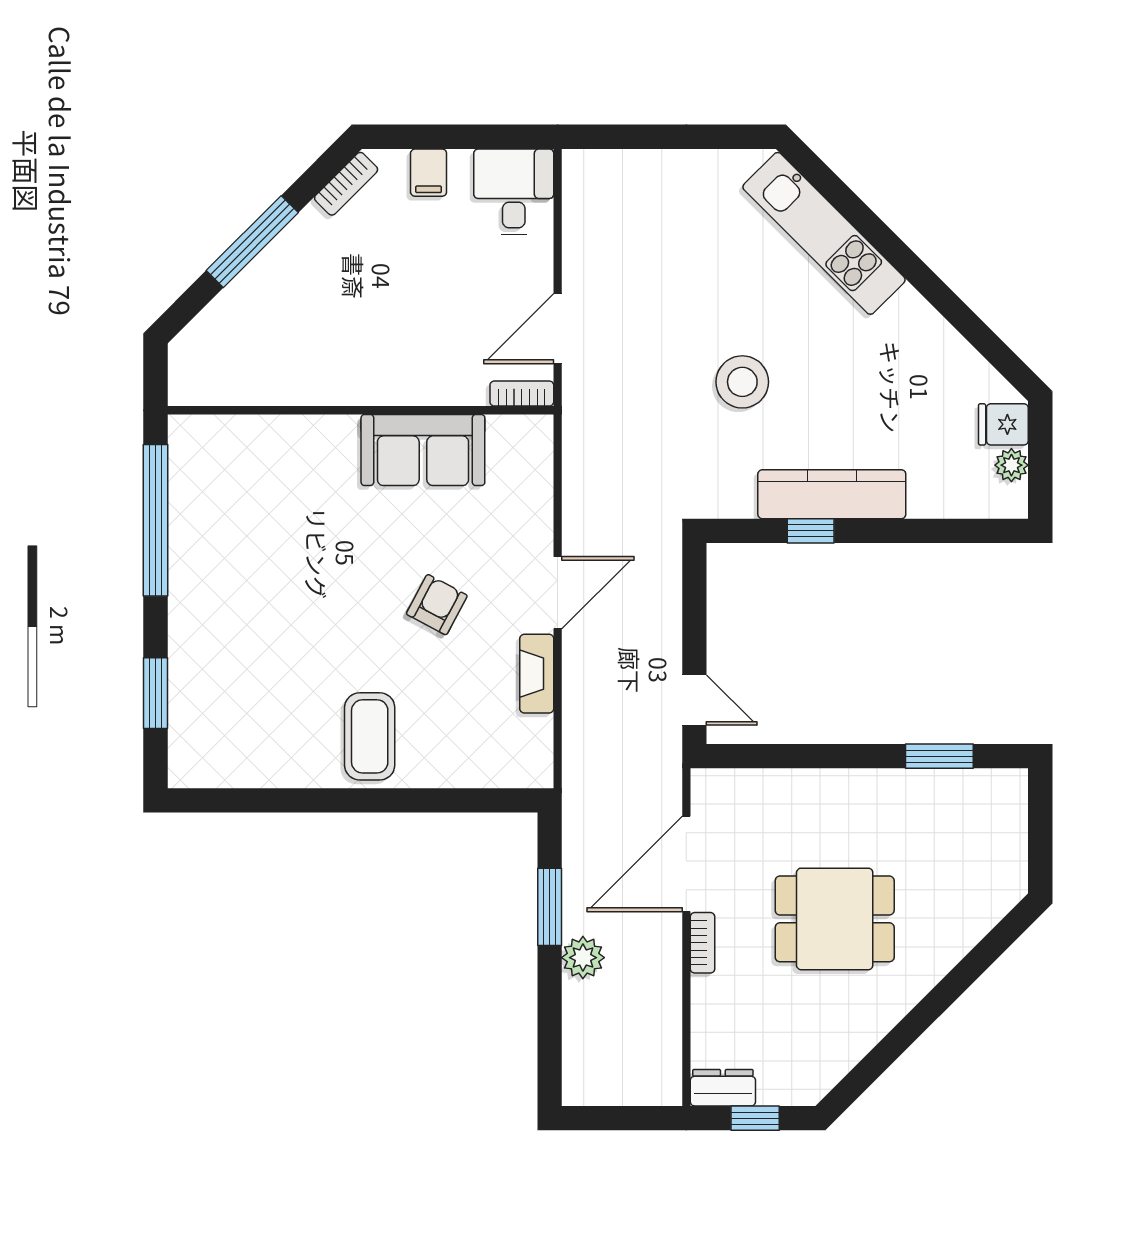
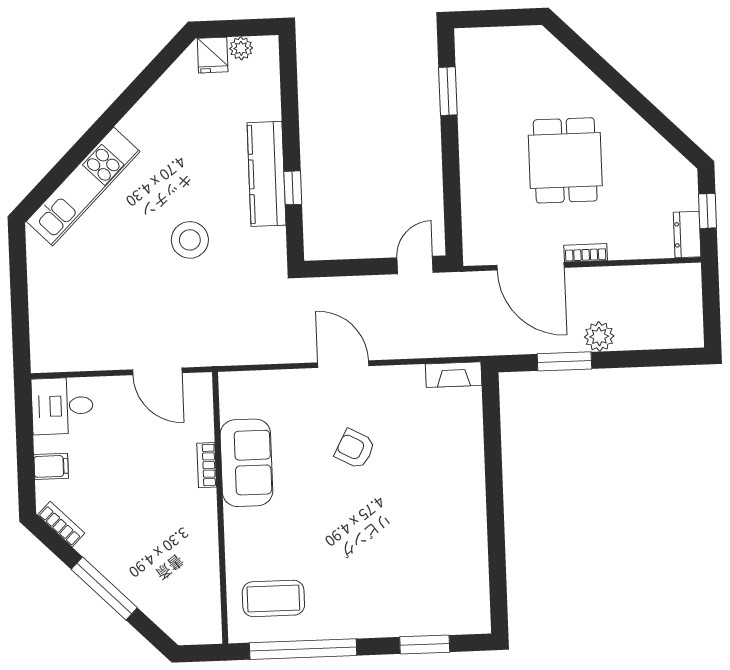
bookcase: (522, 394) -> (207, 465), moved
fireplace: (537, 674) -> (454, 375), moved
coffee table: (370, 736) -> (273, 598), moved

